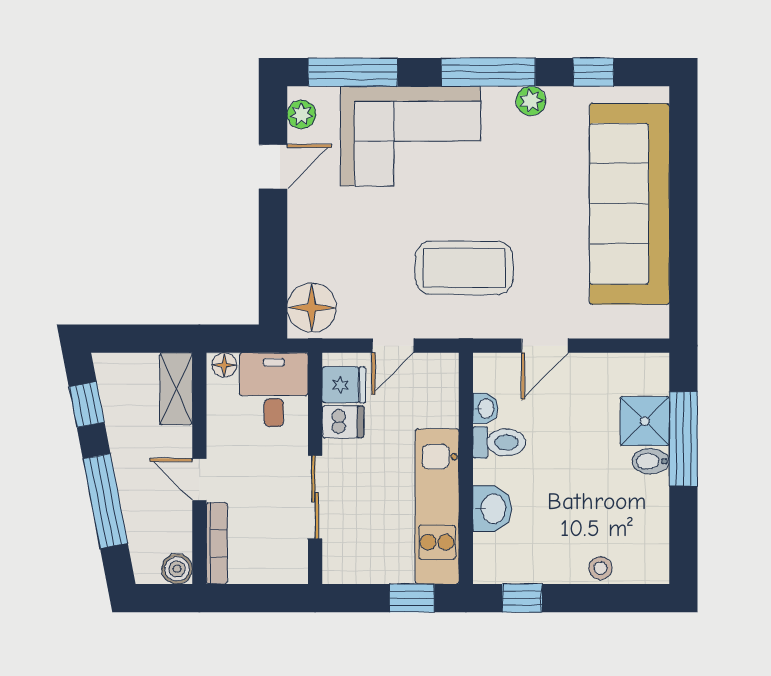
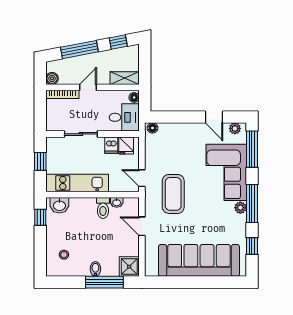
plant: (531, 101) -> (240, 208), moved
floor lamp: (312, 308) -> (152, 128), width x0.53, depth x0.53
door: (393, 346) -> (142, 178), moved
shower: (645, 421) -> (129, 267), moved
washbasin: (492, 509) -> (59, 205), moved
stool: (600, 568) -> (64, 255), moved
window: (412, 598) -> (40, 161), moved

